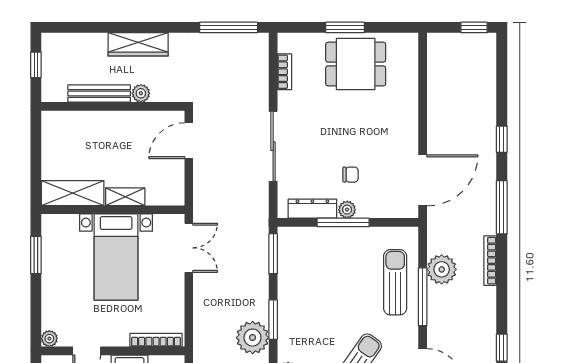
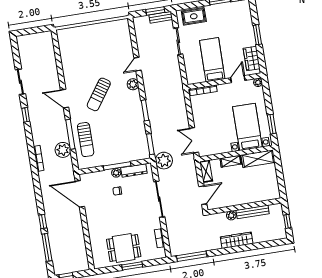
door: (423, 180) -> (80, 194), hinge flipped
shelving: (175, 185) -> (206, 171), added
window: (502, 207) -> (47, 247), moved
bed with nightstands: (116, 257) -> (247, 127), moved
plant: (253, 338) -> (164, 161), moved

